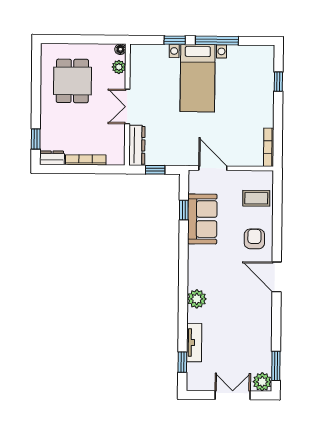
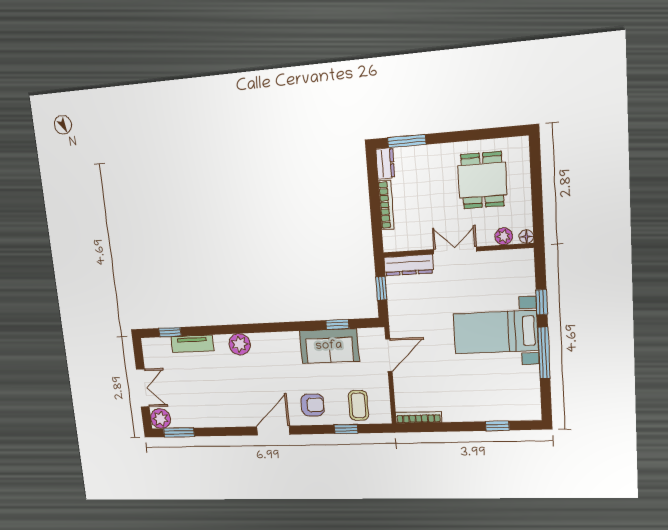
dining table: (72, 81) -> (482, 180), turned 90
window: (36, 139) -> (407, 141), width x1.50
window: (277, 211) -> (346, 429), added

